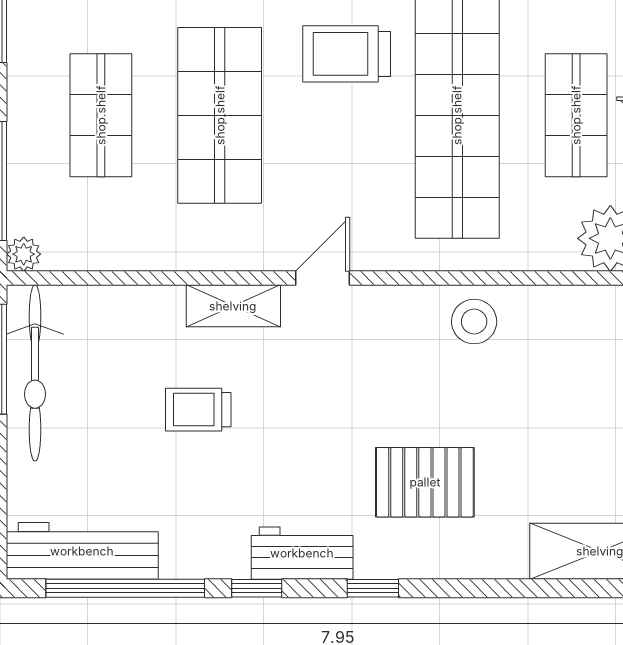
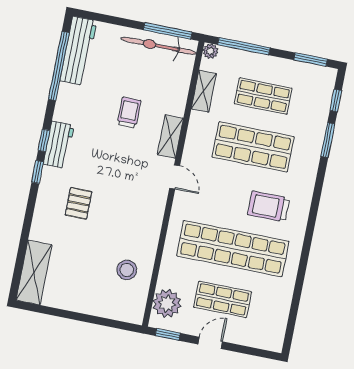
trolley: (347, 54) -> (268, 206), turned -90
shelving: (117, 251) -> (204, 91), added
stool: (474, 322) -> (127, 270), moved
pallet: (425, 482) -> (79, 203), width x0.67, depth x0.71
window: (257, 588) -> (44, 140), moved

